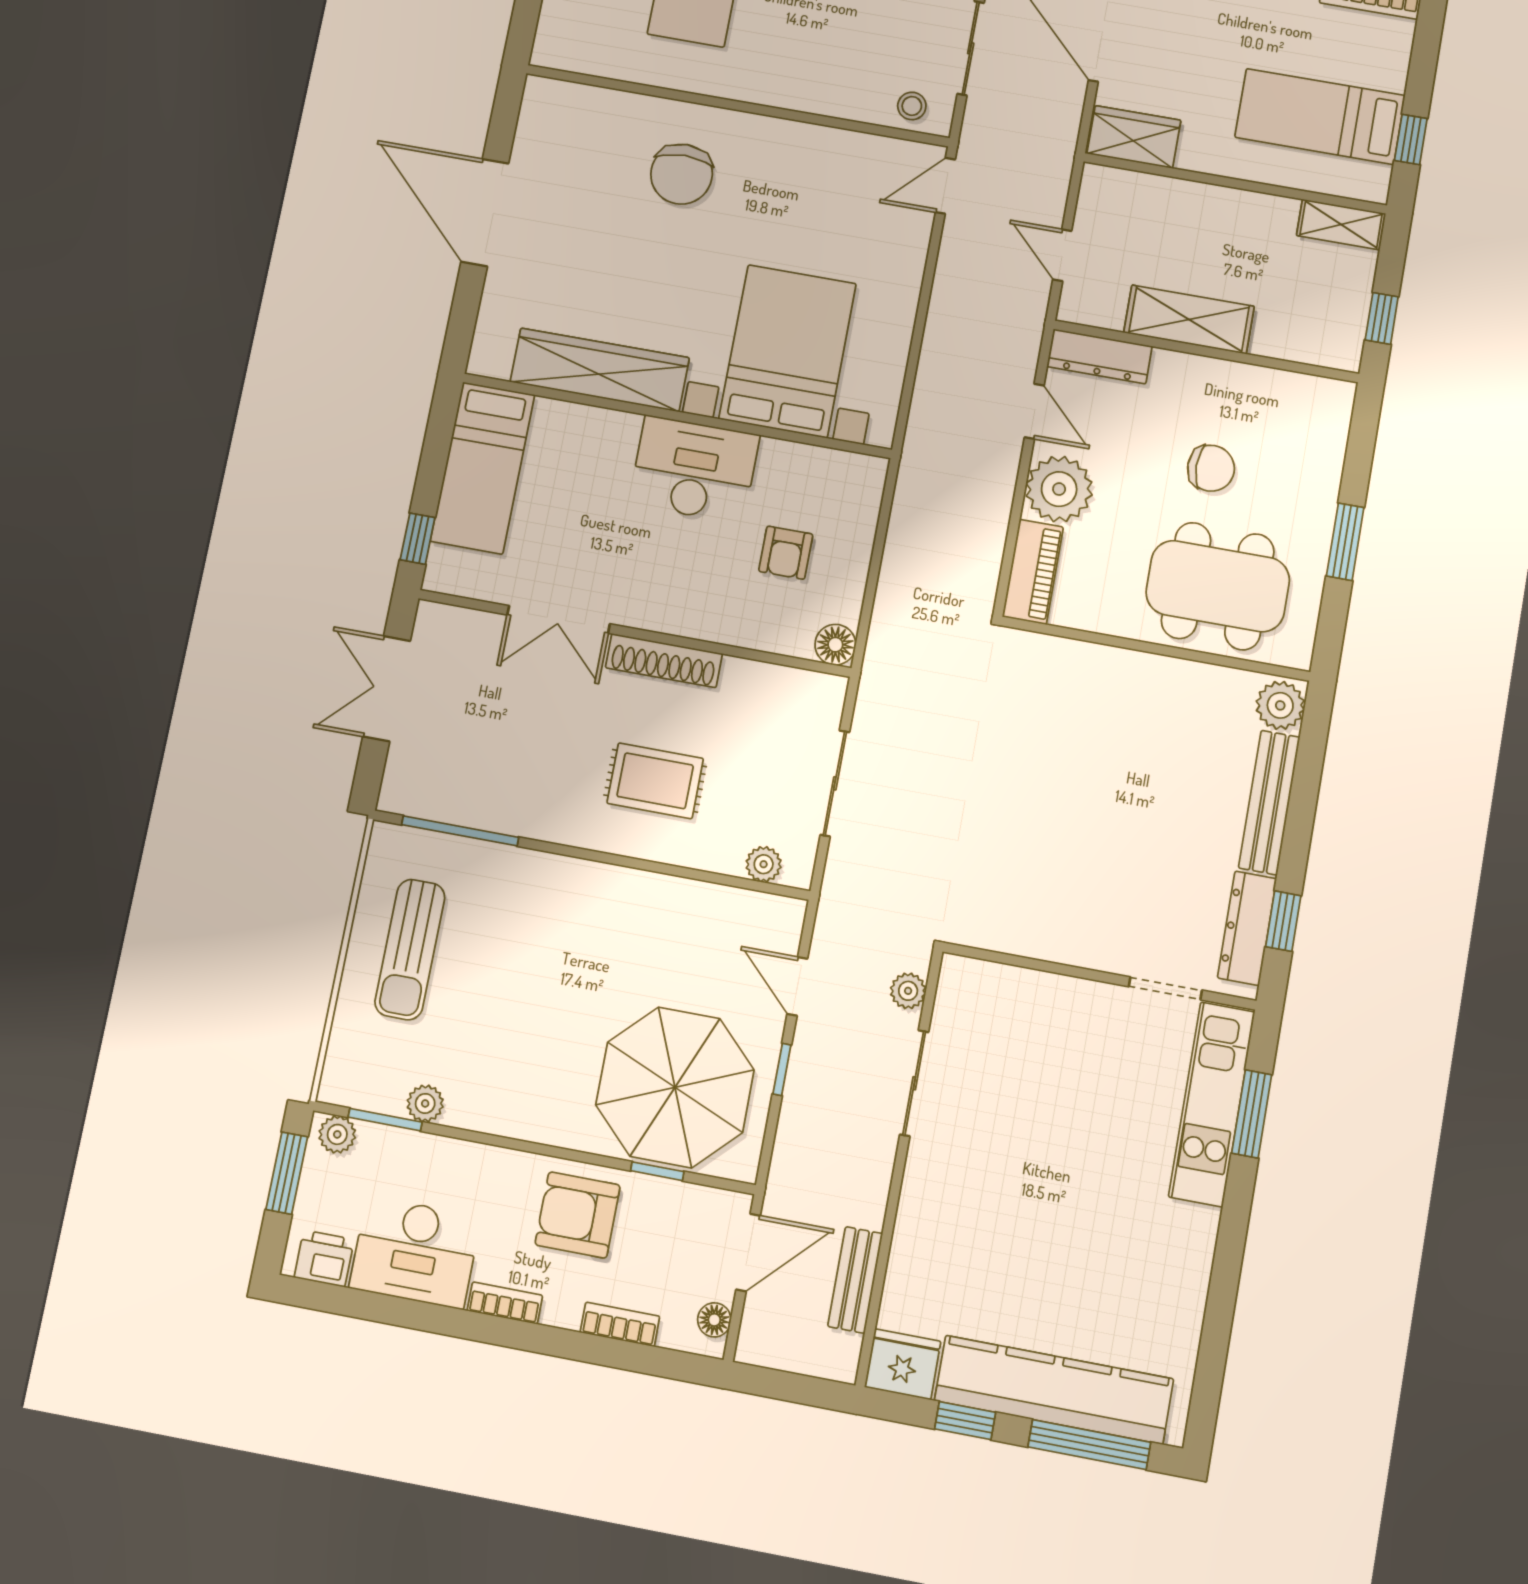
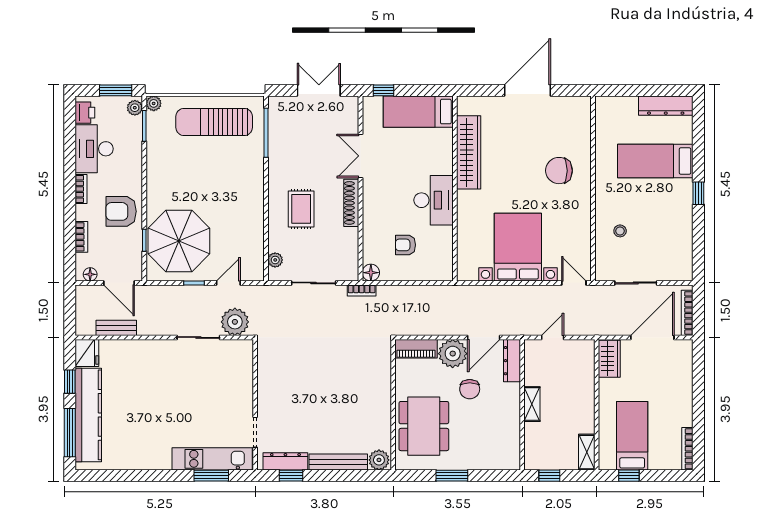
stool: (912, 106) -> (620, 231), moved
shelving: (1189, 319) -> (532, 404), width x0.67, depth x0.75
bed with nightstands: (788, 351) -> (518, 247), moved, turned -90
door: (1034, 411) -> (484, 337), width x1.38
chair: (1211, 468) -> (470, 389), moved
bookcase: (873, 674) -> (362, 290), added
sun lounger: (410, 949) -> (214, 122), width x1.36, depth x1.34
plant: (908, 991) -> (235, 322), width x1.88, depth x1.88
plant: (425, 1103) -> (154, 103), moved
armchair: (578, 1215) -> (121, 211), turned -90

